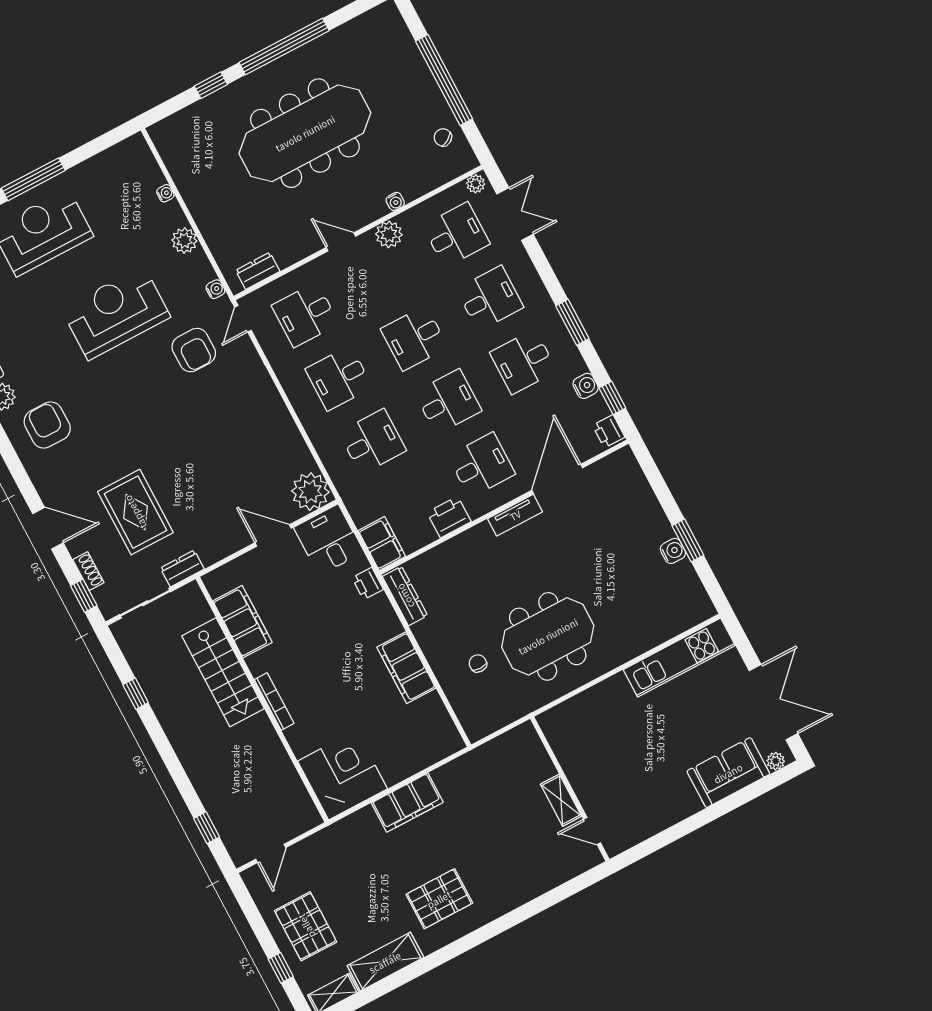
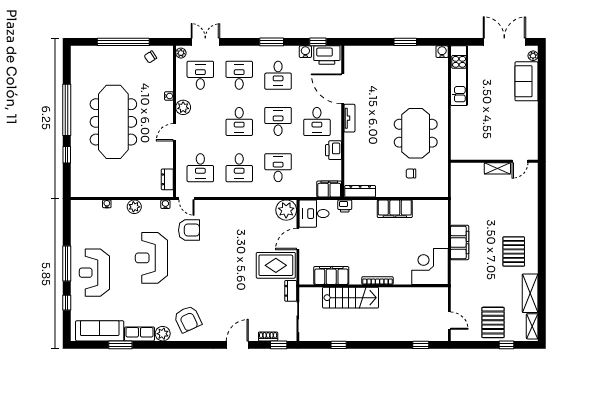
armchair: (47, 425) -> (188, 319), turned -115
printer: (609, 431) -> (327, 55), width x1.87, depth x1.48
desk: (482, 465) -> (317, 121), turned 180
rug: (135, 512) -> (276, 265), moved
water cooler: (673, 551) -> (442, 52), moved
pallet: (306, 926) -> (493, 322), turned 90

